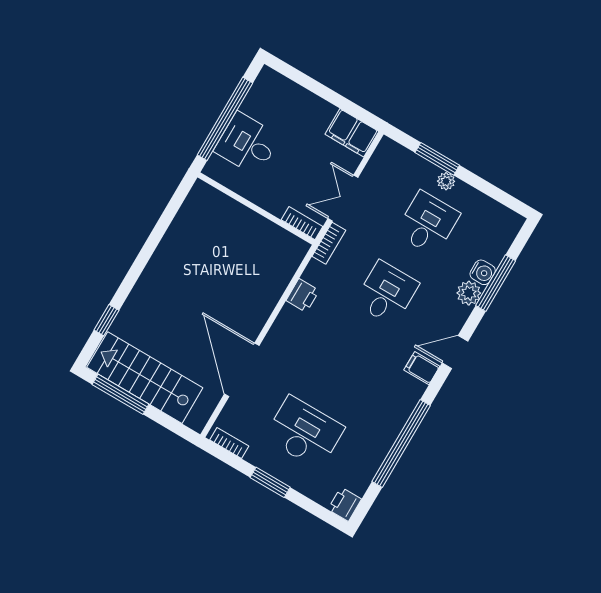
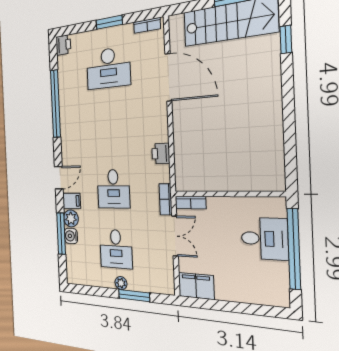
filing cabinet: (422, 368) -> (72, 201), moved

